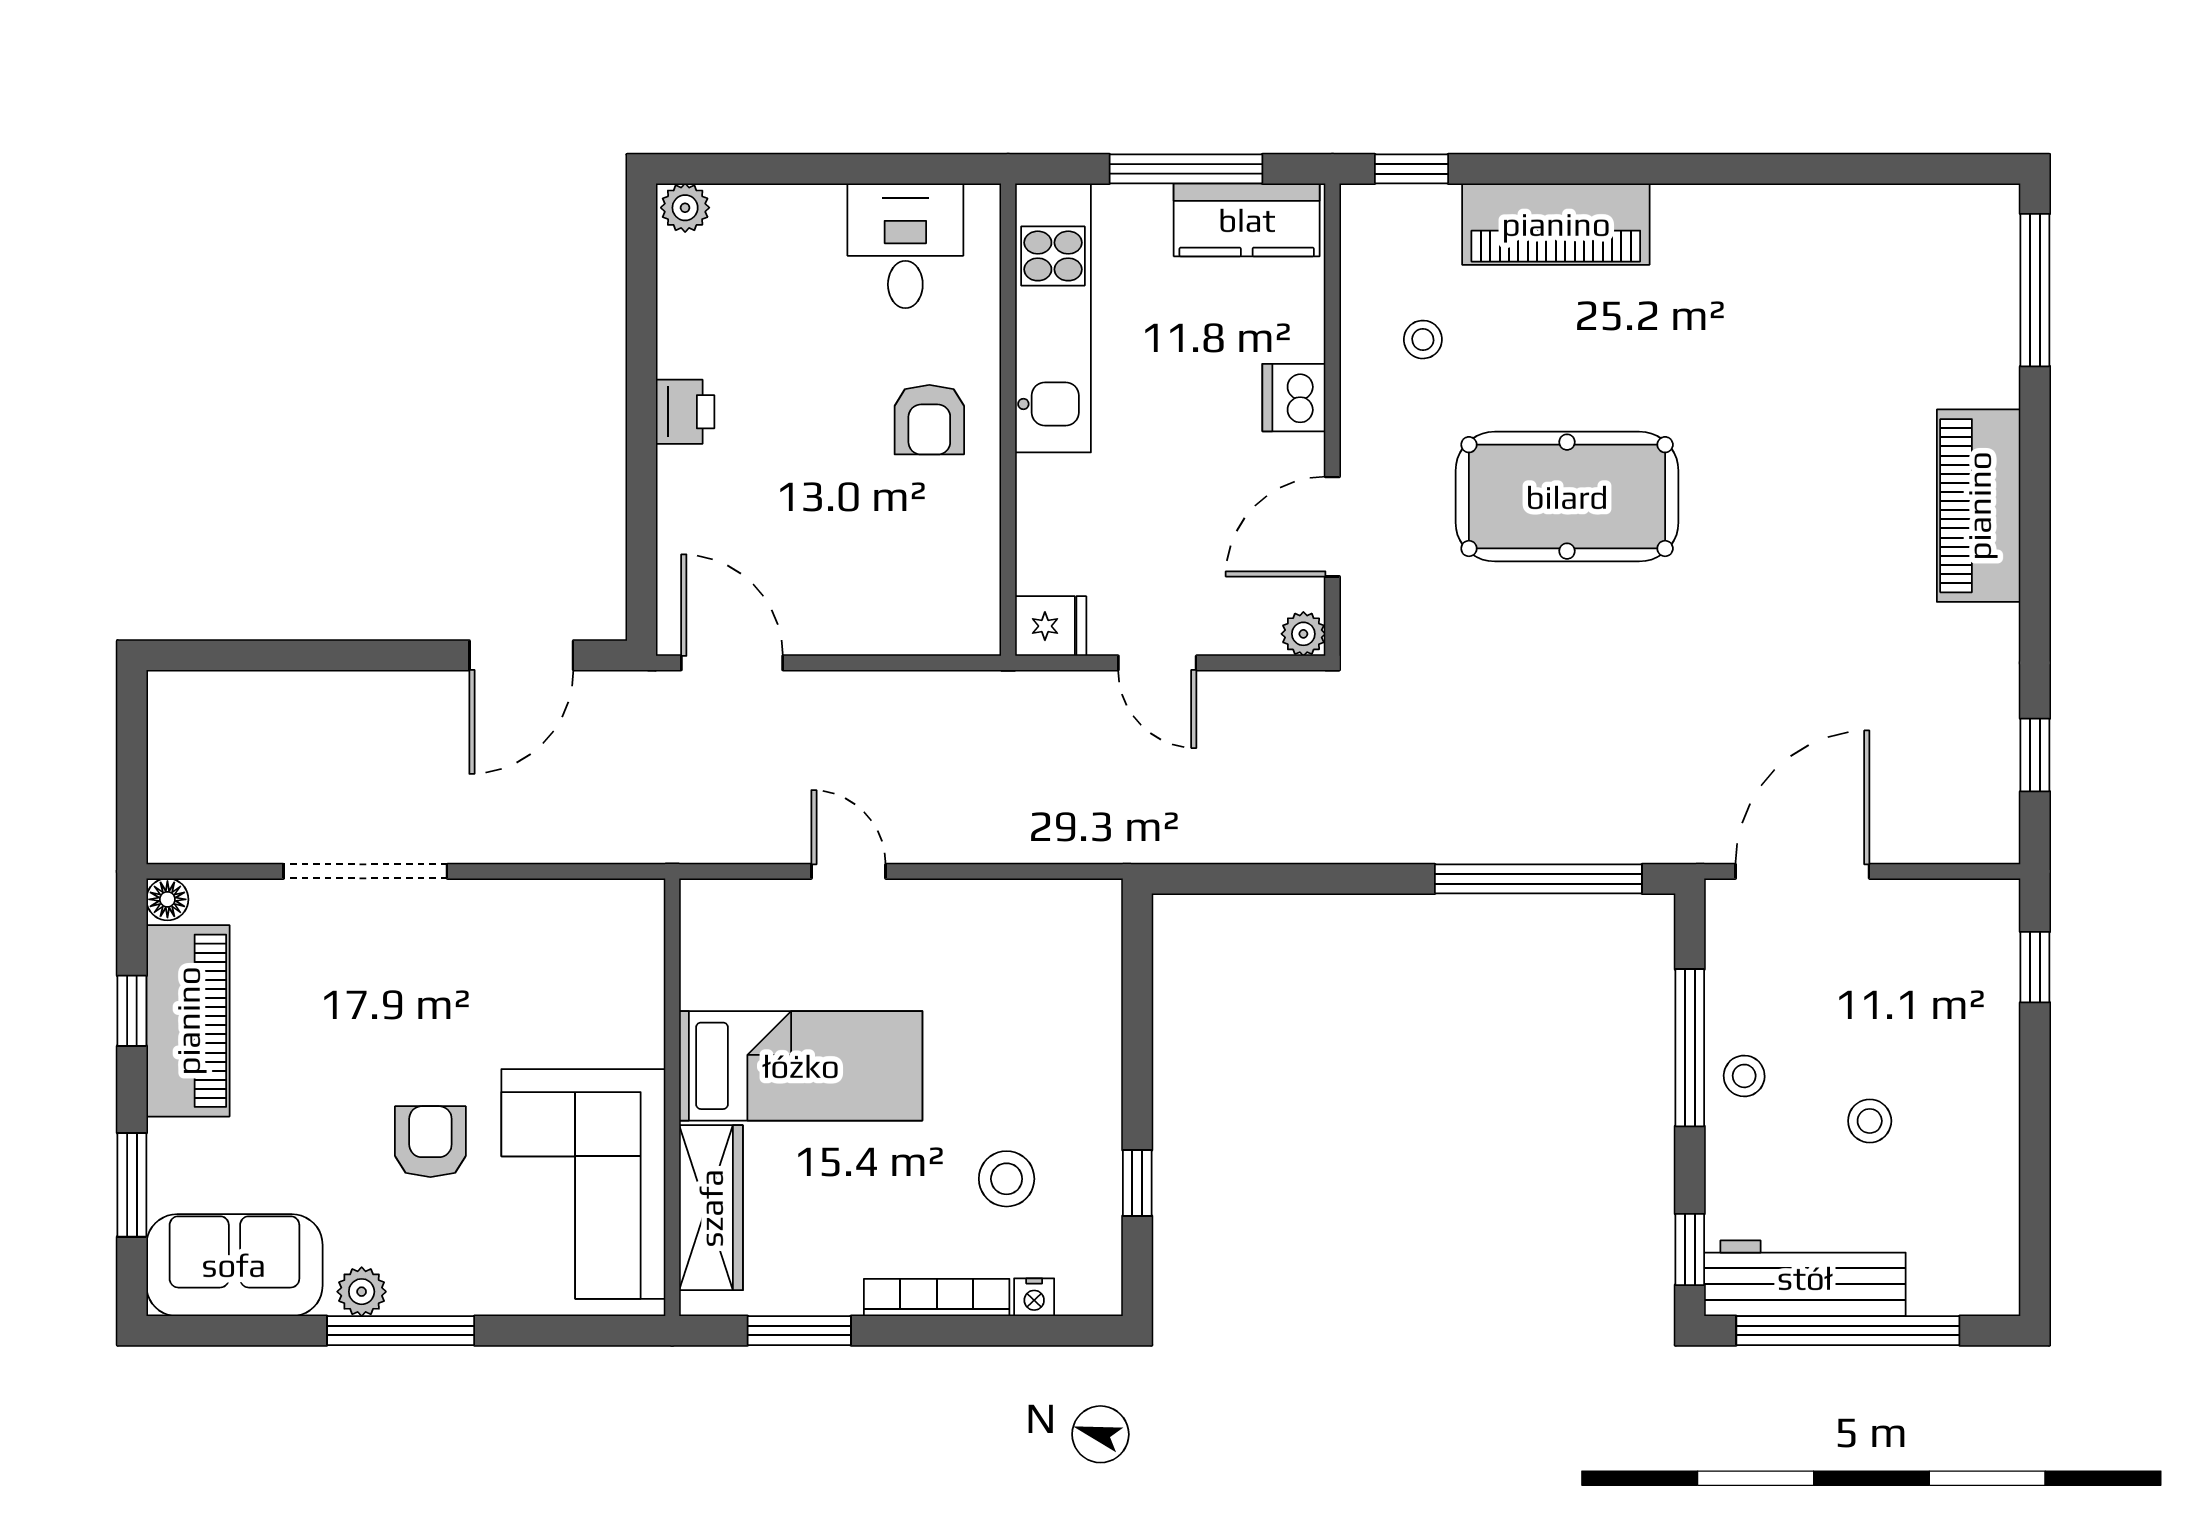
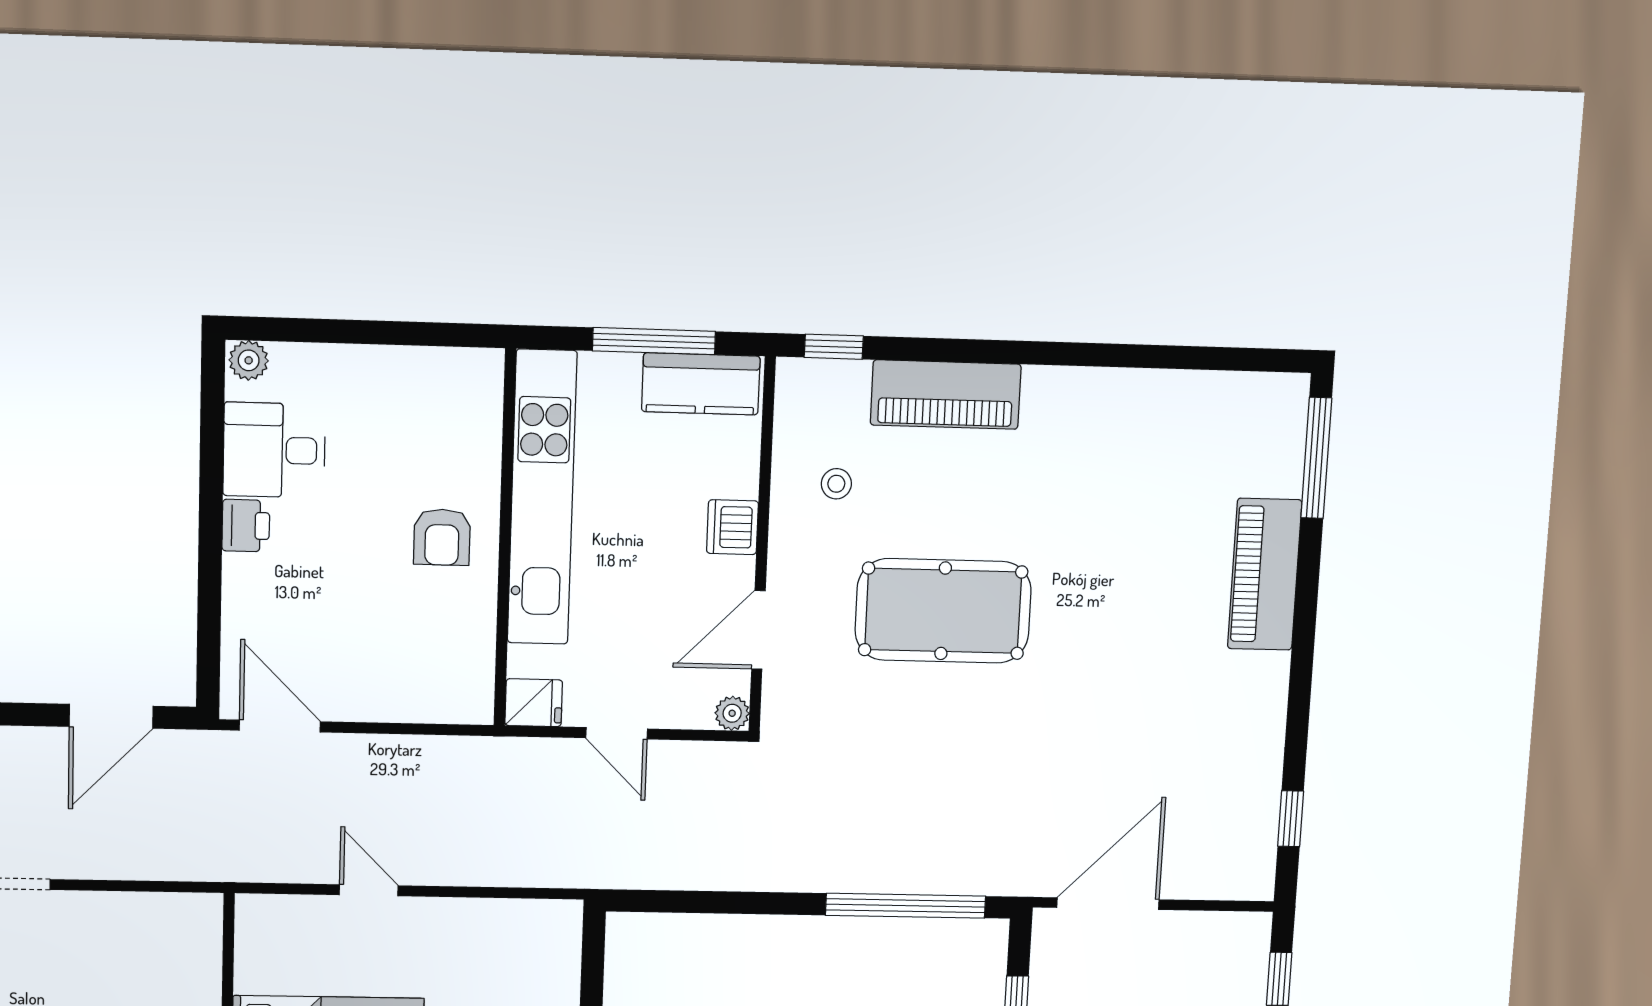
desk: (905, 246) -> (274, 450), moved, turned -90
kitchen unit: (1053, 318) -> (542, 497), width x1.36
piano: (1979, 506) -> (1265, 574), moved

